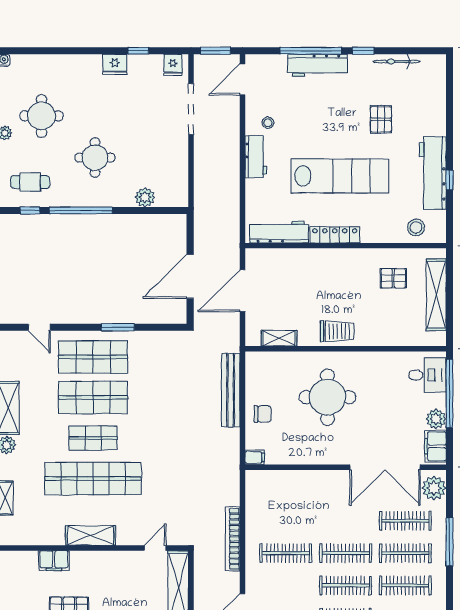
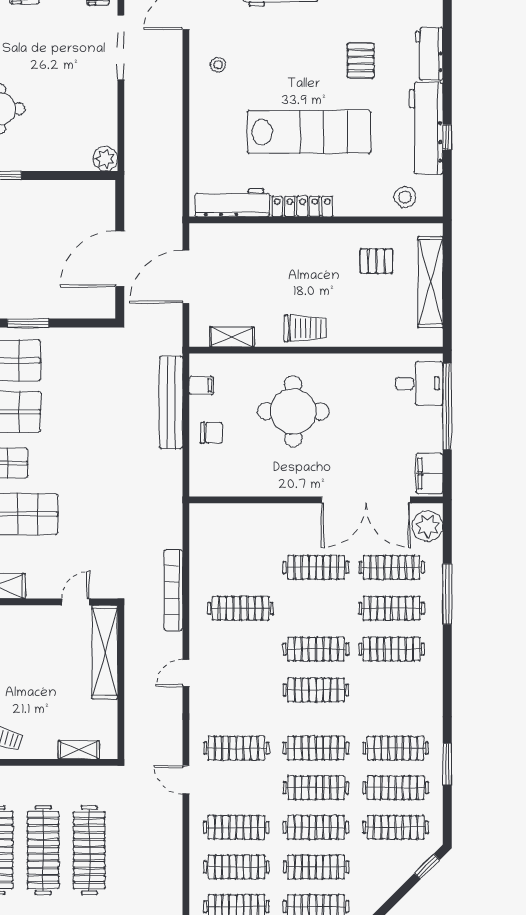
workbench: (256, 157) -> (429, 54), moved, turned 180
plant: (145, 197) -> (105, 159), moved
plant: (436, 419) -> (430, 439), removed
filing cabinet: (255, 457) -> (201, 385), moved
clothes rail: (346, 553) -> (316, 567), moved

